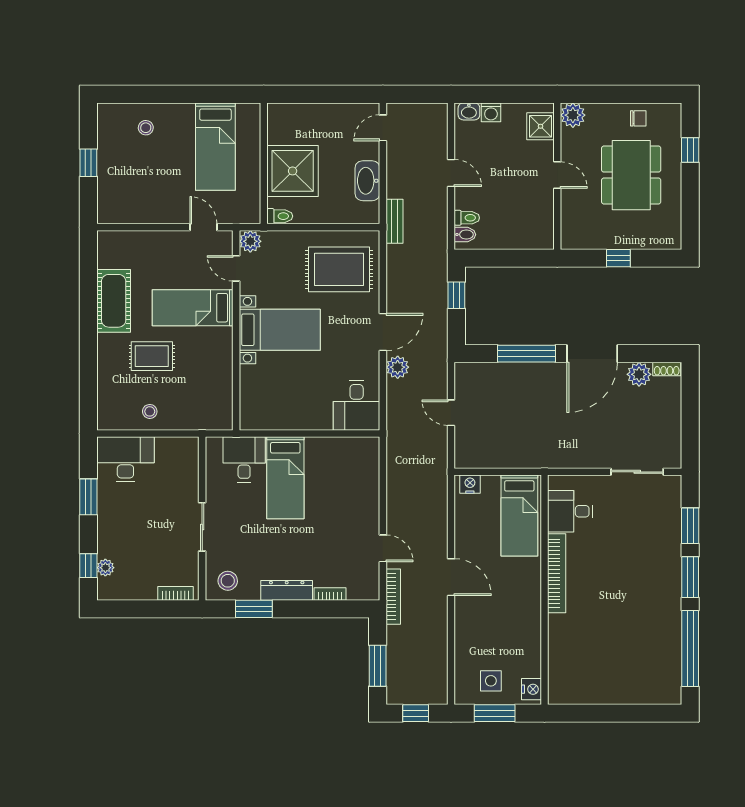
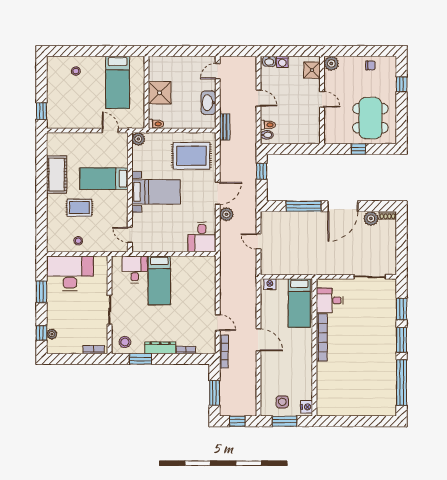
window: (88, 163) -> (41, 111), moved
shower: (293, 171) -> (160, 93), width x0.73, depth x0.73
dining table: (631, 175) -> (370, 118), moved
door: (236, 268) -> (130, 235), moved
desk: (125, 459) -> (70, 273), width x1.36, depth x1.30

